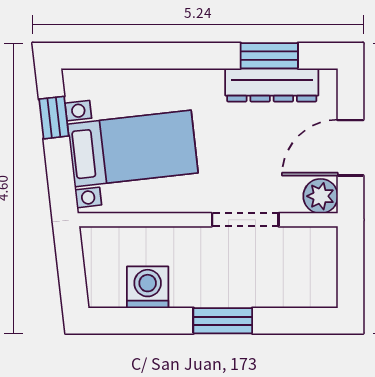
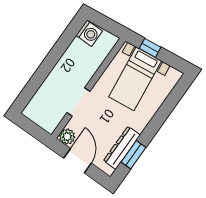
window: (54, 118) -> (150, 48), moved
washing machine: (148, 287) -> (89, 33), moved
window: (223, 321) -> (47, 67), removed

